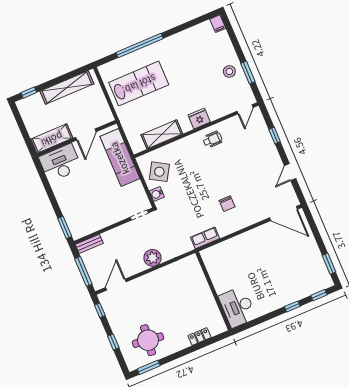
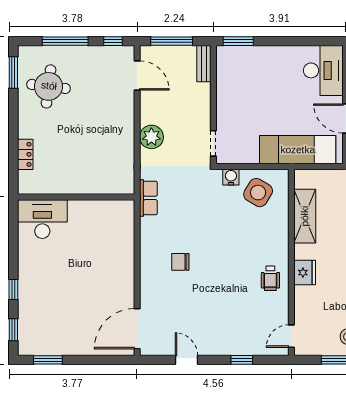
door: (245, 109) -> (291, 336), hinge flipped
row of seats: (205, 238) -> (148, 198), moved
window: (113, 342) -> (65, 41), width x2.17

